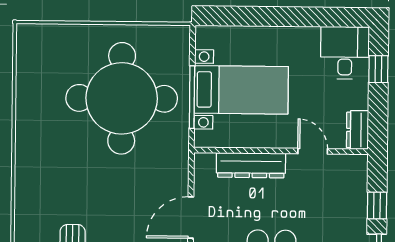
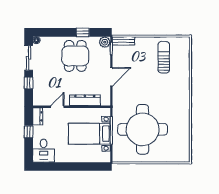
window: (378, 69) -> (29, 132), moved
door: (313, 151) -> (57, 107), swing flipped

